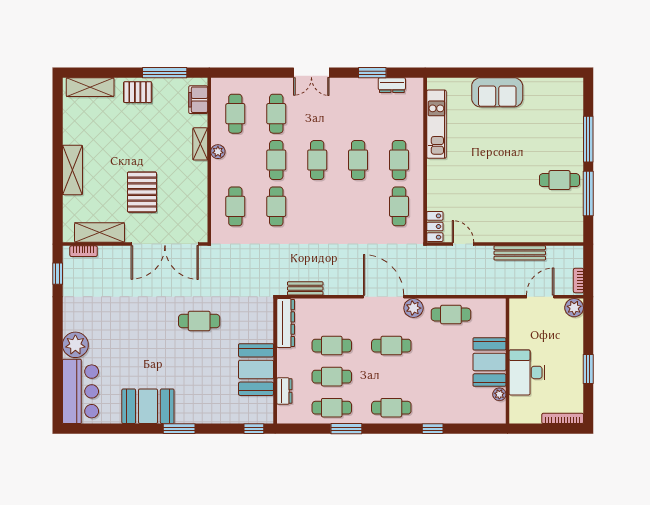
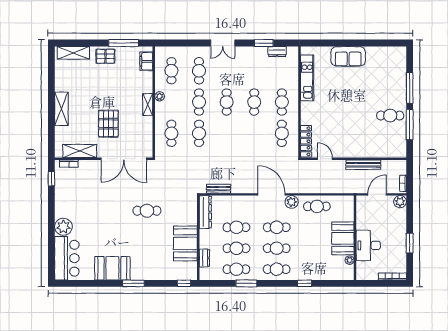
shelving: (200, 144) -> (148, 105), moved
locker: (435, 227) -> (306, 141), width x1.53
cafe table: (391, 377) -> (277, 248), added

